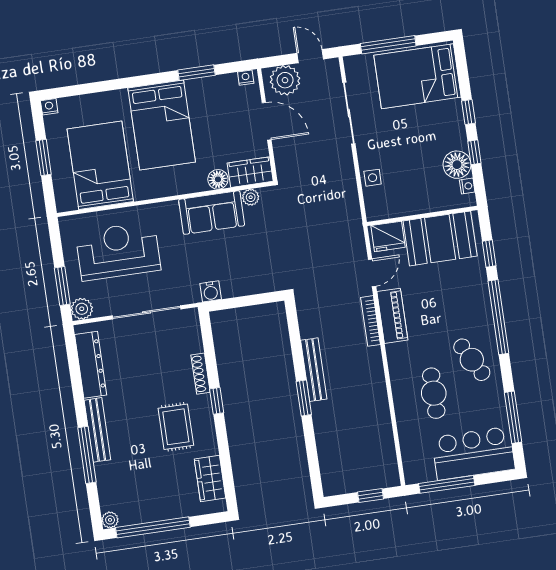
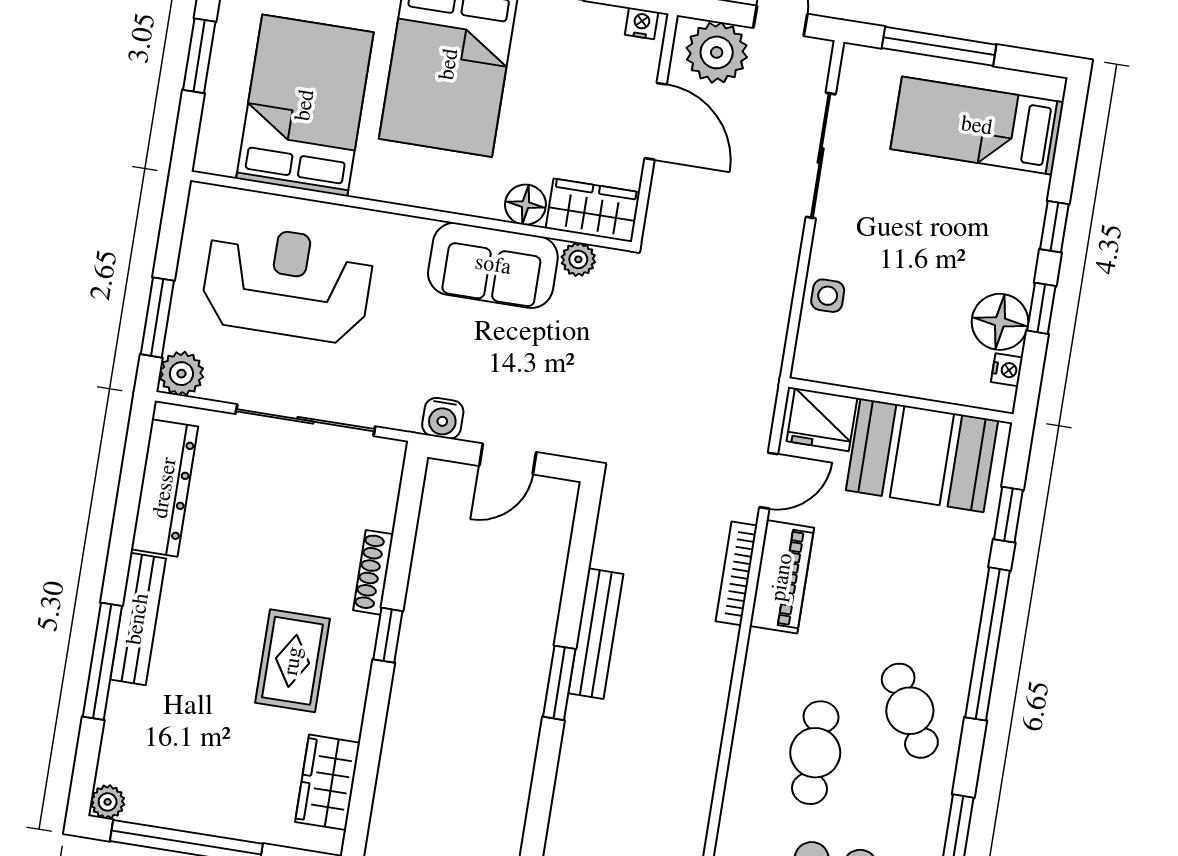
bed: (418, 76) -> (977, 126), width x0.67
door: (247, 301) -> (508, 459), added

